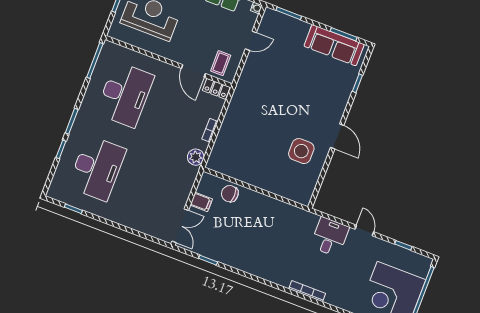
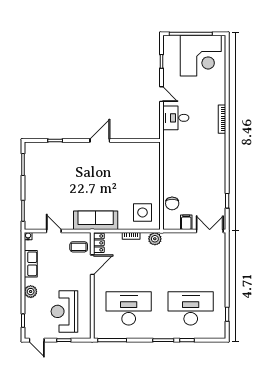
sofa: (334, 45) -> (96, 220), moved, turned -90
side table: (301, 151) -> (142, 212), moved
door: (364, 230) -> (161, 94), swing flipped

